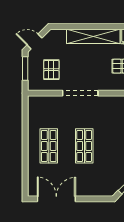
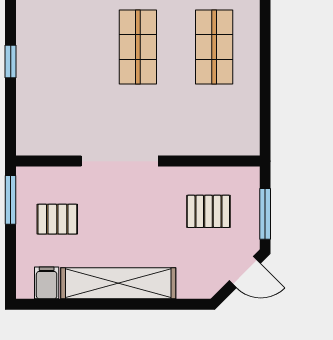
pallet: (51, 70) -> (208, 211), turned 90
doorway: (80, 93) -> (120, 161), moved

